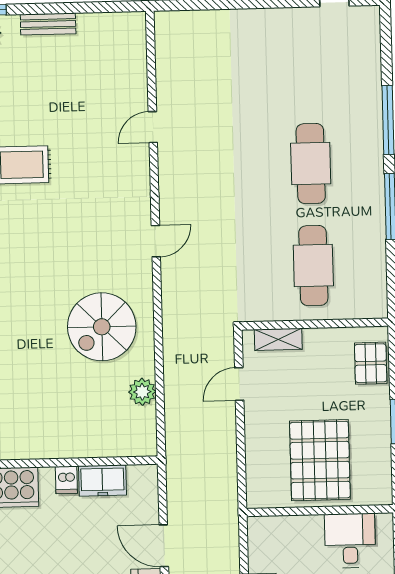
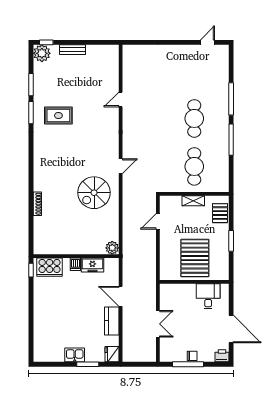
door: (156, 241) -> (121, 166), moved
shelving: (278, 339) -> (193, 201), moved
plant: (142, 392) -> (112, 248), moved

